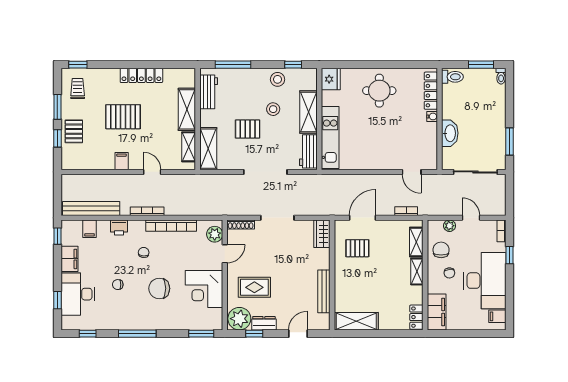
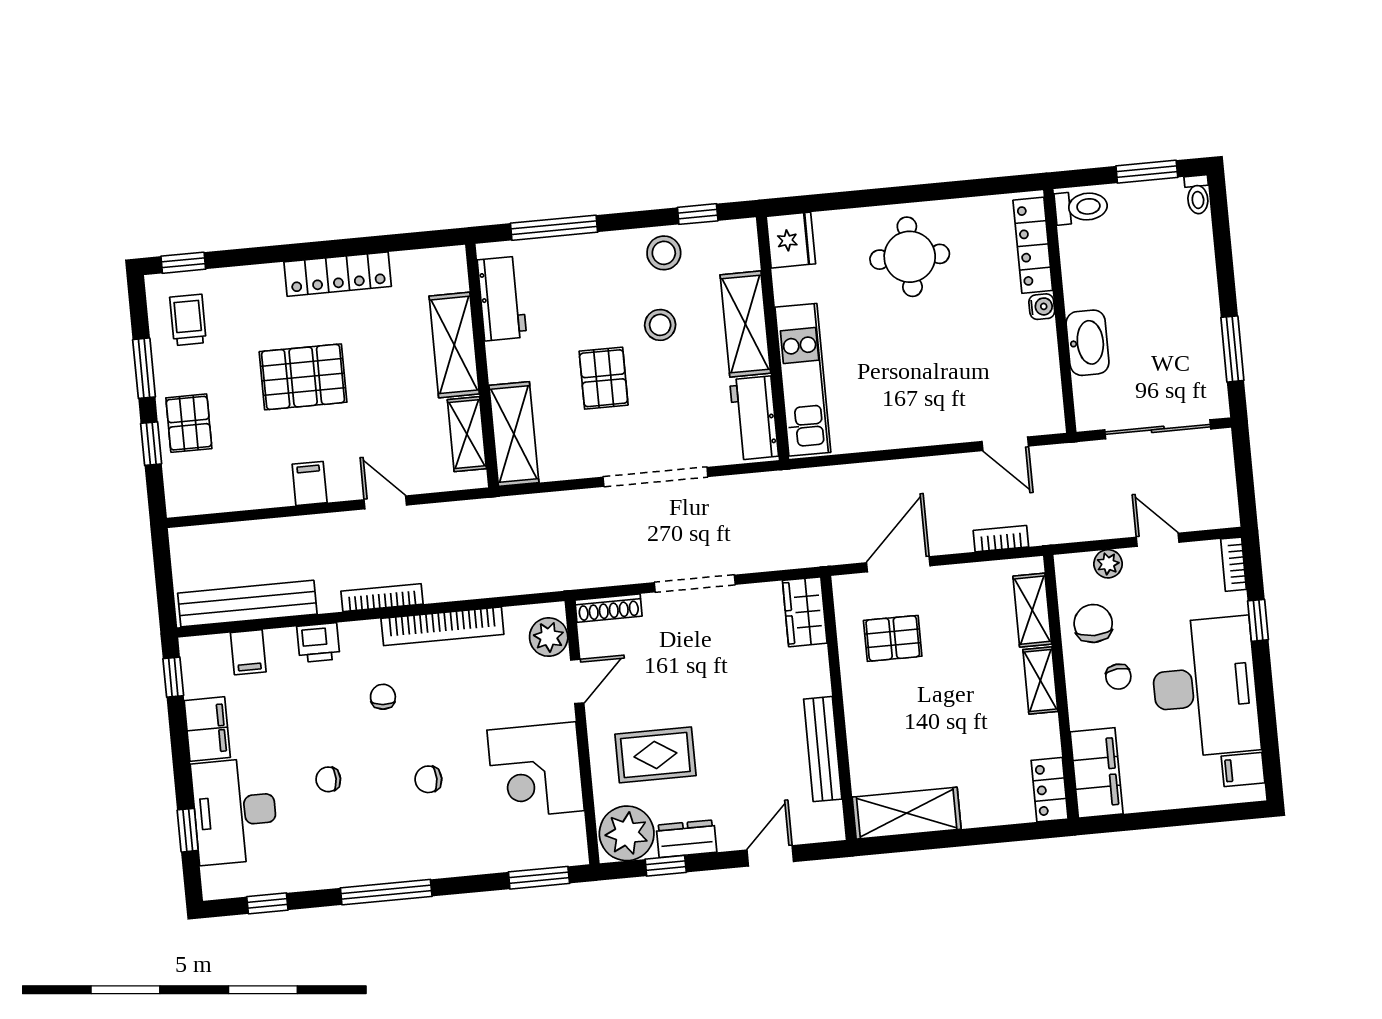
pallet: (248, 129) -> (604, 378), turned 90
chair: (159, 288) -> (428, 779), width x0.54, depth x0.54

